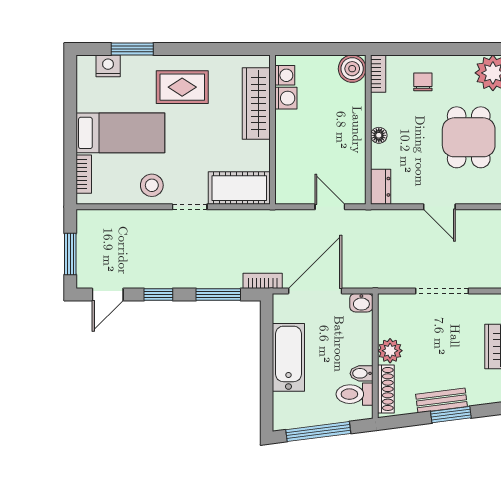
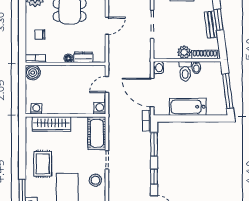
washing machine: (286, 98) -> (100, 108), moved
dresser: (381, 187) -> (83, 57), moved
toilet: (355, 394) -> (185, 71), moved

